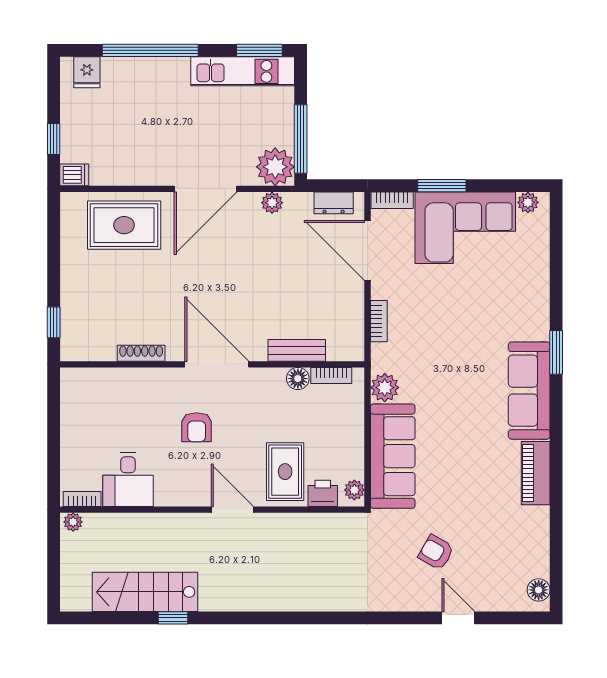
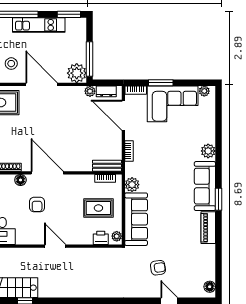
kitchen unit: (243, 71) -> (39, 25), moved
stool: (145, 148) -> (11, 64), added
door: (206, 189) -> (42, 84), swing flipped
plant: (272, 203) -> (90, 91), moved
plant: (536, 321) -> (208, 151), added
bench: (297, 350) -> (107, 166), moved
window: (556, 352) -> (219, 199), moved
floor lamp: (298, 379) -> (20, 180), moved
rug: (285, 472) -> (98, 208), moved, turned 90
armchair: (436, 552) -> (158, 268), turned 142

